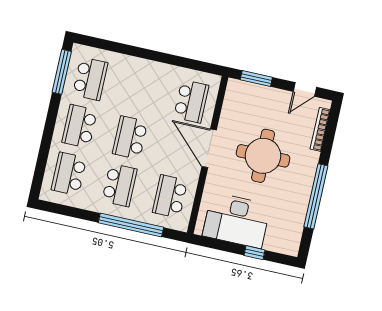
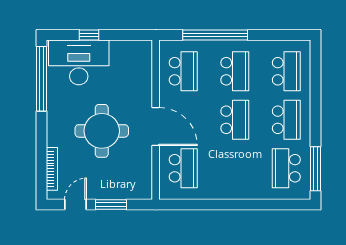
window: (256, 79) -> (111, 205), moved
school desk: (191, 101) -> (183, 168), turned 180
school desk: (119, 185) -> (235, 71), turned 180
window: (316, 196) -> (42, 79), moved
desk: (237, 220) -> (79, 62), moved

